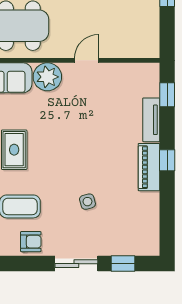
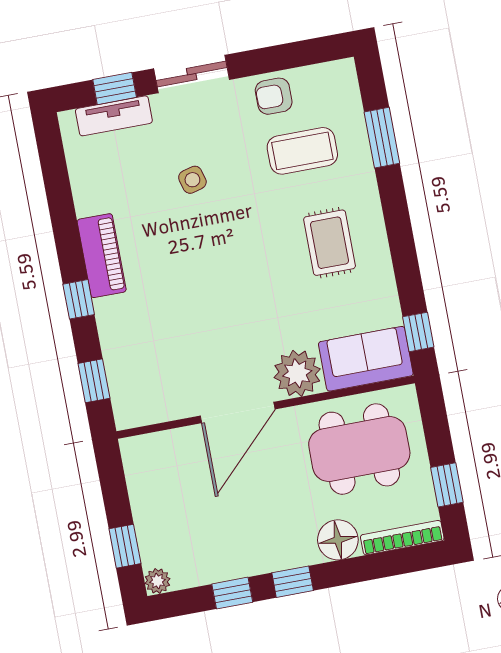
door: (87, 60) -> (238, 412), width x1.87
tv unit: (151, 120) -> (114, 116), moved, turned 90
window: (167, 160) -> (79, 299), moved

